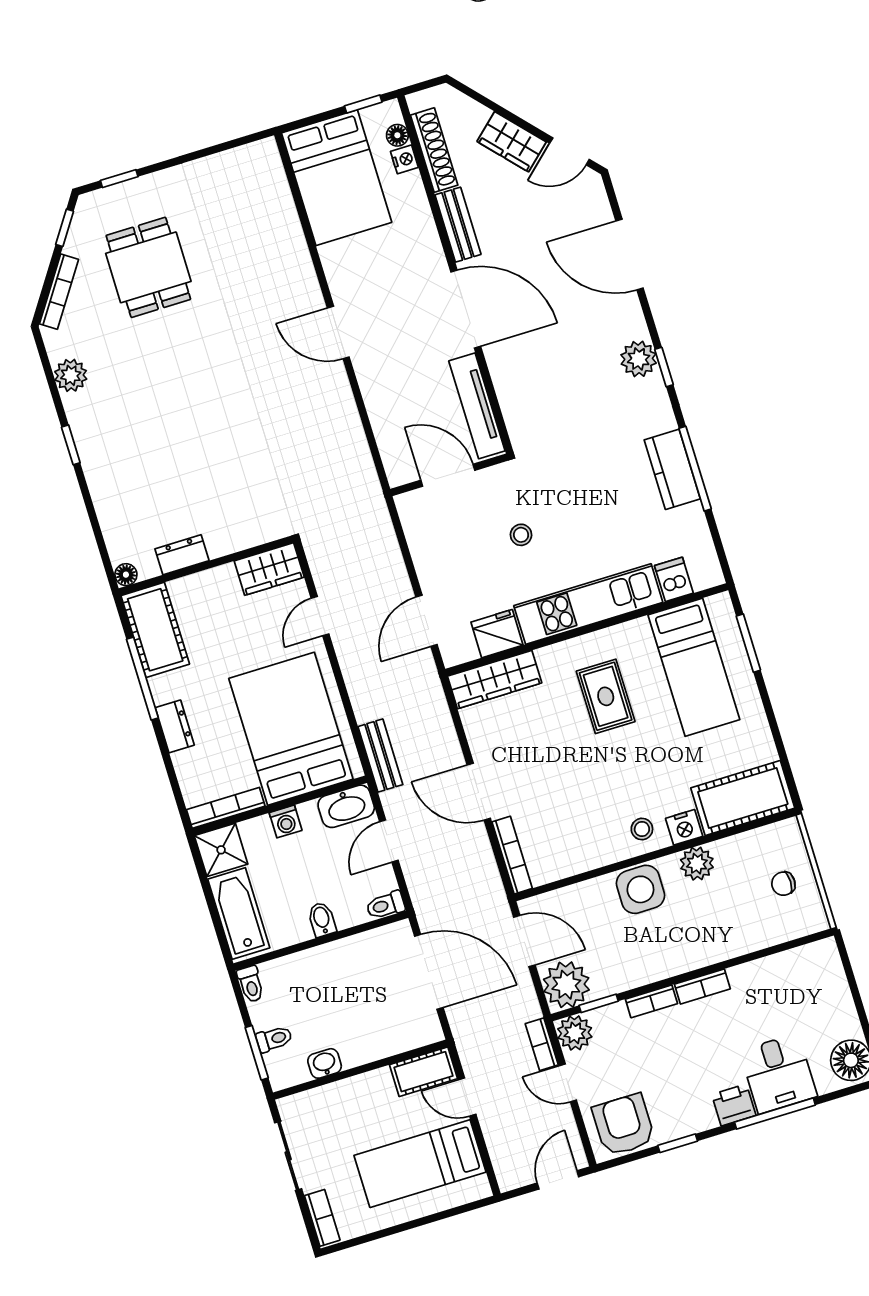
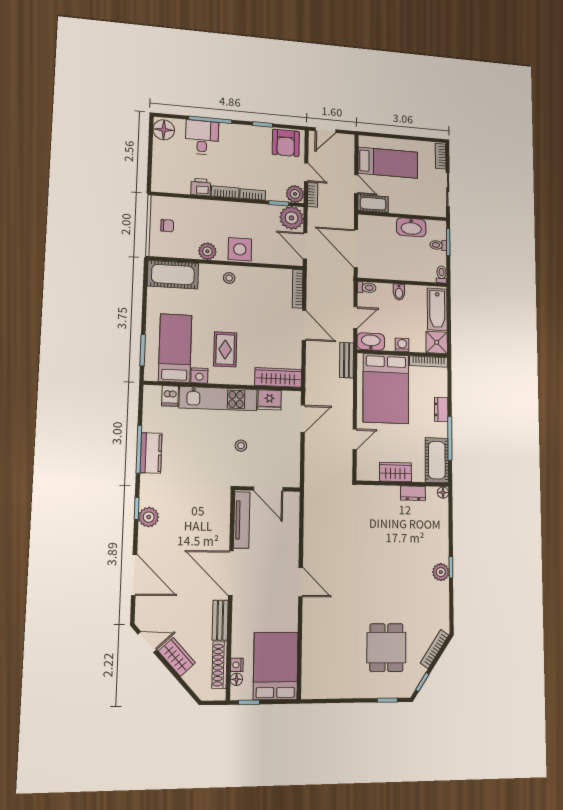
plant: (71, 375) -> (441, 572), moved
wardrobe: (269, 569) -> (395, 472), moved
nightstand: (684, 827) -> (199, 376), moved, turned 180
washbasin: (325, 1063) -> (411, 227), width x1.91, depth x1.45
printer: (734, 1105) -> (201, 187), moved, turned 180

